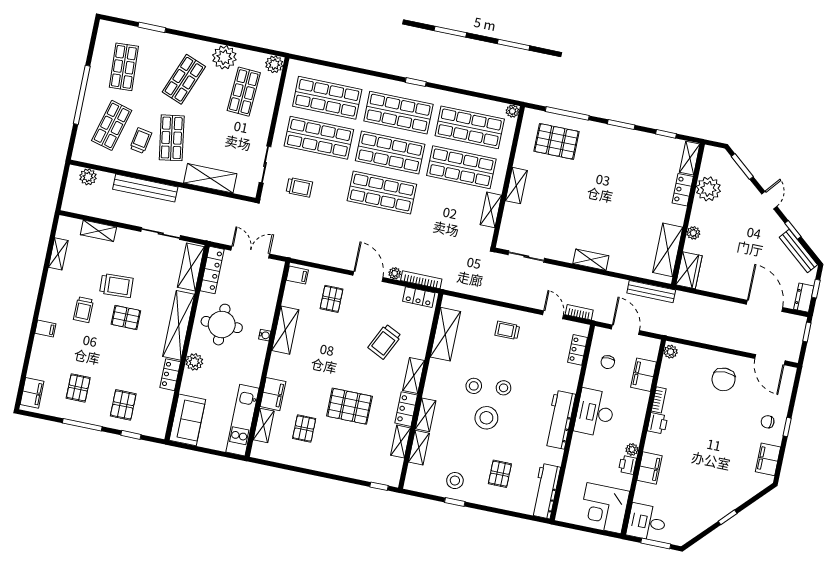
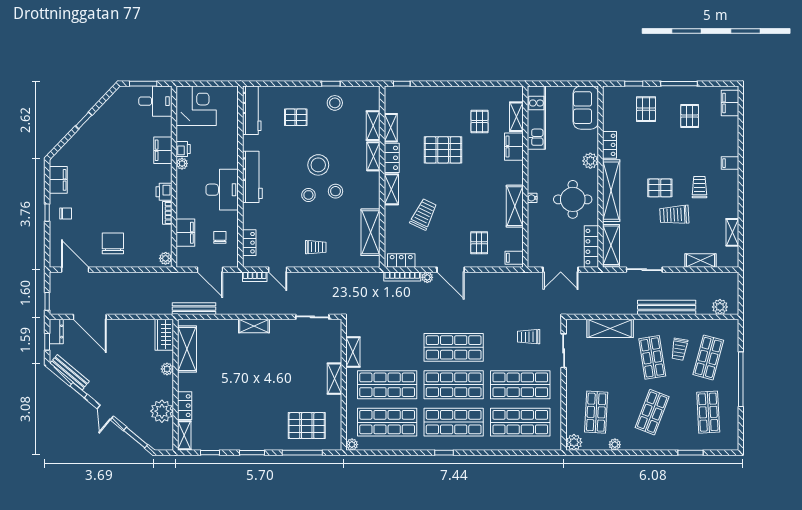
plant: (224, 57) -> (615, 445), width x0.53, depth x0.53
pallet: (500, 474) -> (296, 117), turned 90

